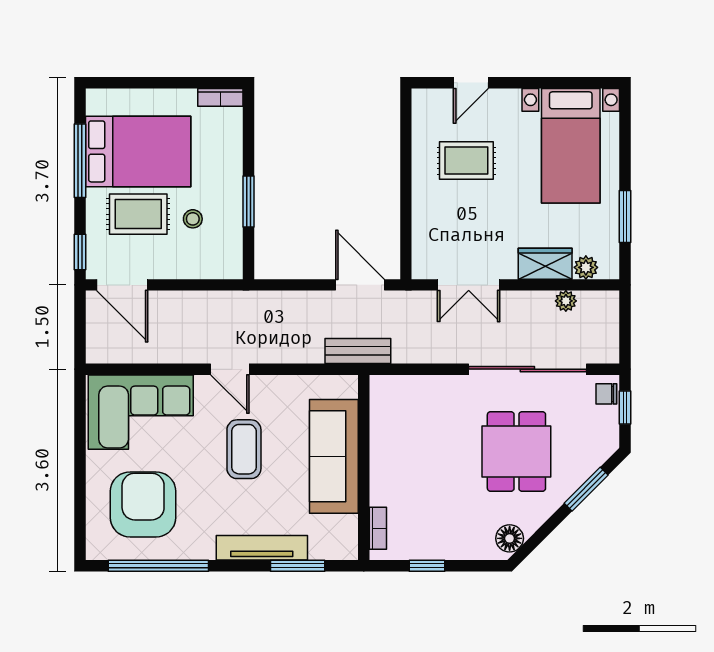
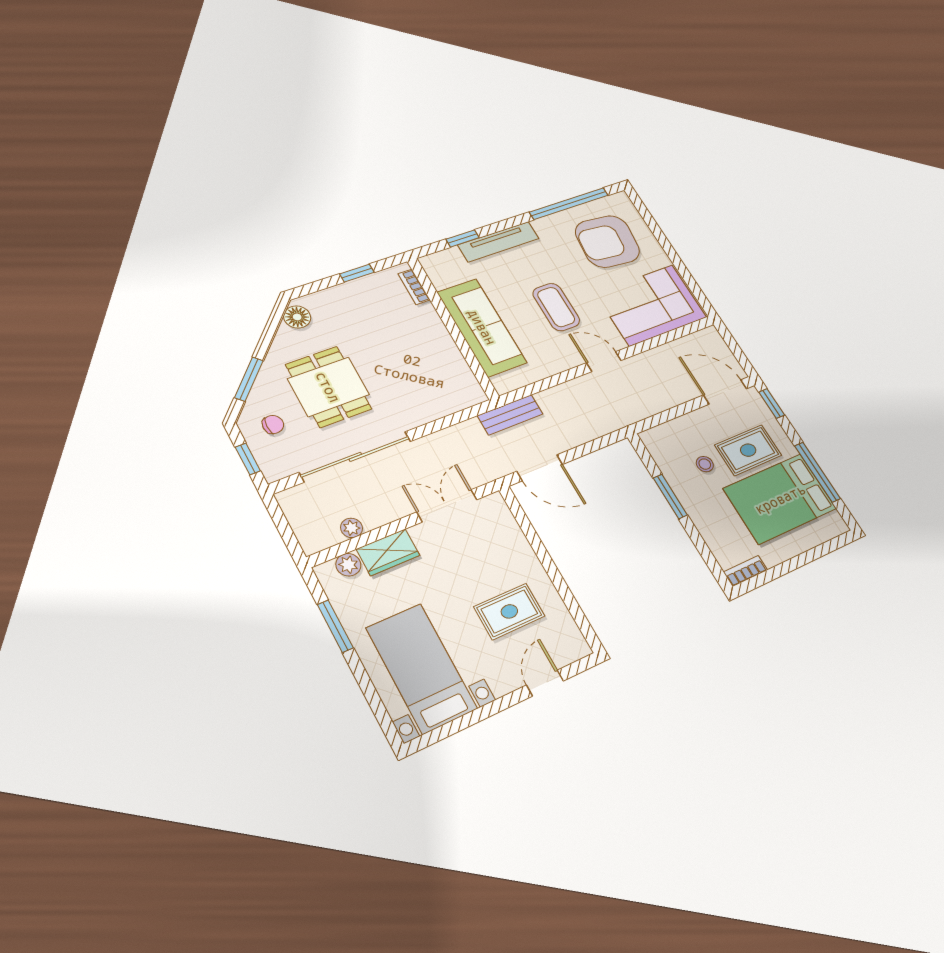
chair: (606, 394) -> (273, 424), moved
armchair: (143, 504) -> (607, 241), turned 96
window: (298, 566) -> (463, 238), width x0.67

